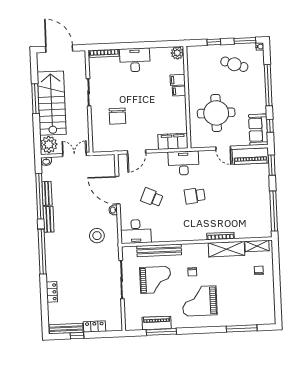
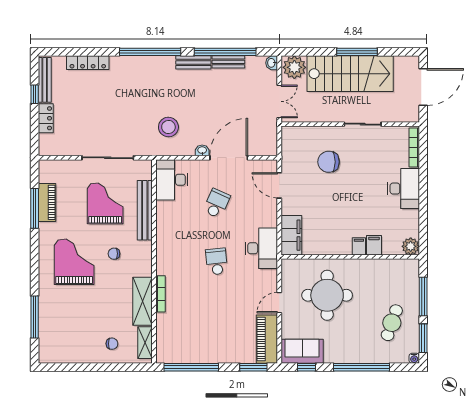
window: (214, 42) -> (423, 296), width x2.17
grand piano: (155, 280) -> (105, 203), turned 180
locker: (52, 292) -> (88, 63), width x1.53

